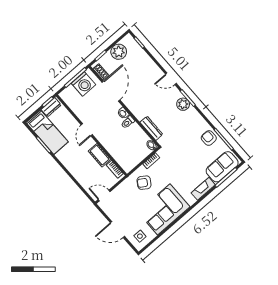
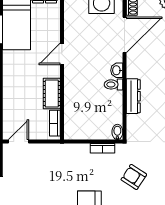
dresser: (151, 128) -> (133, 96), moved
armchair: (144, 183) -> (134, 177), moved
door: (104, 196) -> (19, 142), hinge flipped

